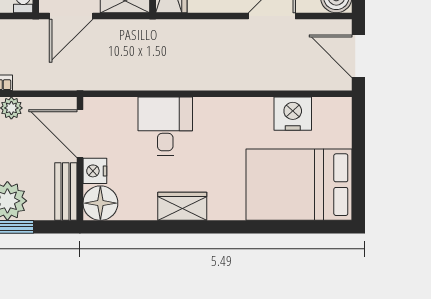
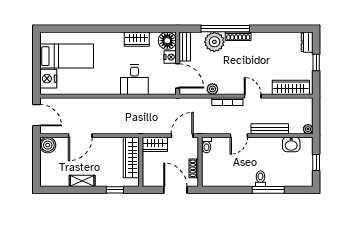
nightstand: (293, 114) -> (48, 79), moved, turned 90
bed: (299, 185) -> (67, 56), width x0.67
wardrobe: (182, 206) -> (137, 39), moved

